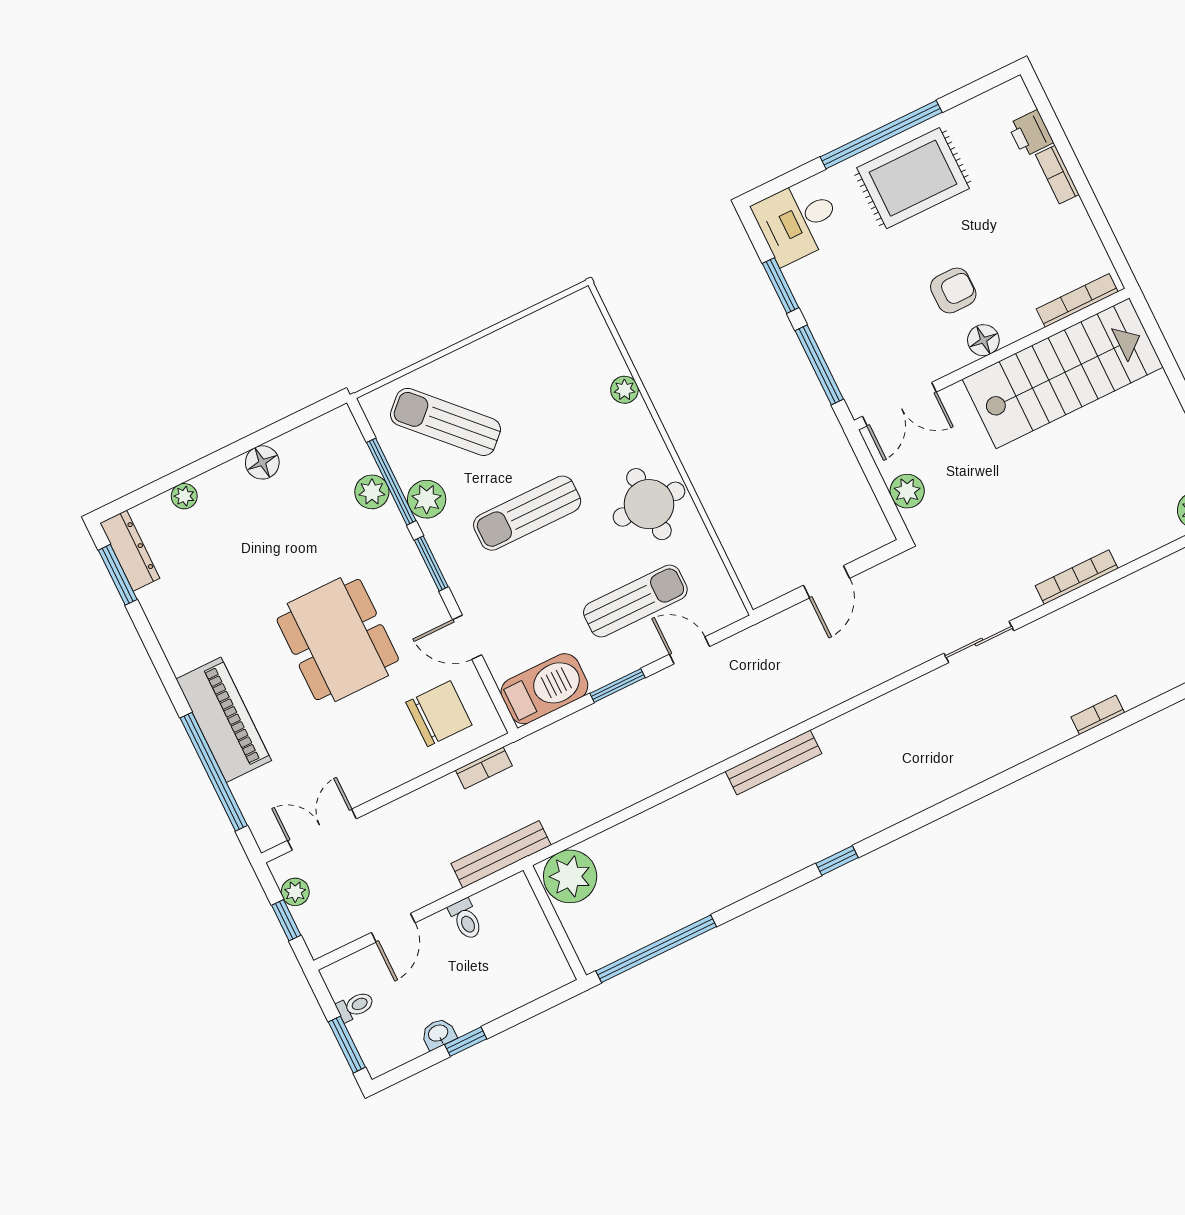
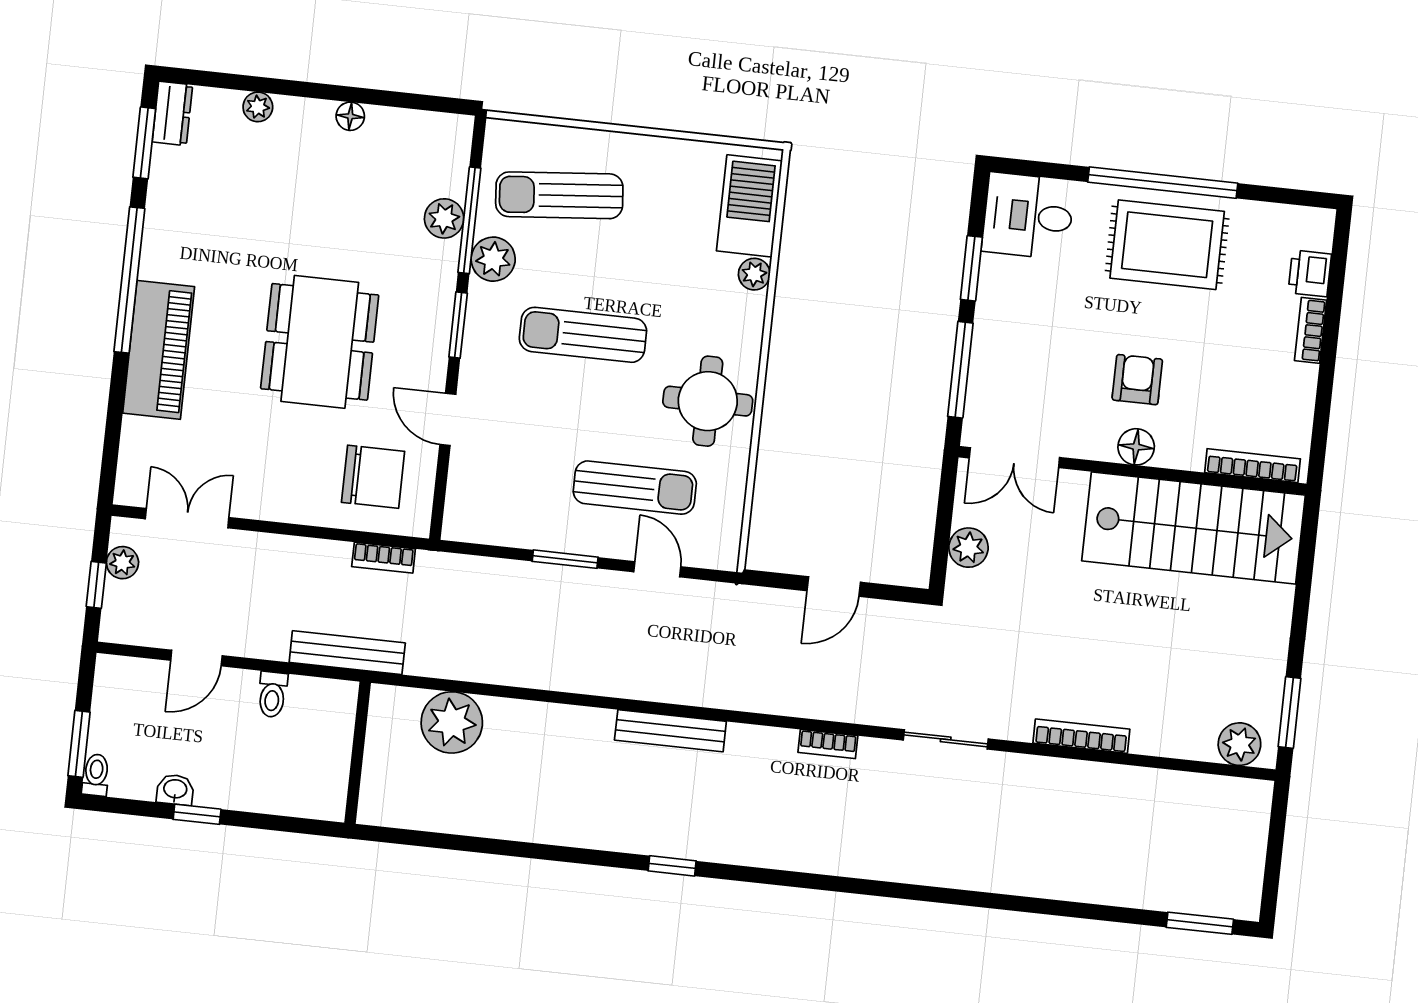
armchair: (953, 290) -> (1137, 380), turned -90
sun lounger: (446, 422) -> (559, 195), turned -51
floor lamp: (262, 462) -> (350, 116), width x0.73, depth x0.73
dresser: (130, 551) -> (172, 113), width x0.70
barbecue: (544, 689) -> (749, 206), moved, turned -90
bookcase: (1098, 715) -> (828, 744), moved, turned 180
window: (214, 772) -> (129, 280), moved
plant: (570, 876) -> (452, 722), moved
window: (656, 949) -> (441, 841), removed
toilet: (355, 1006) -> (96, 775), moved, turned -90

